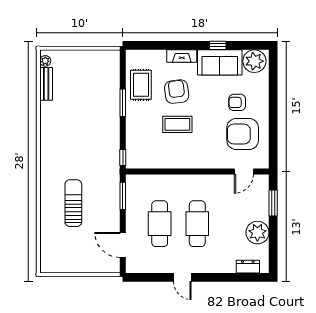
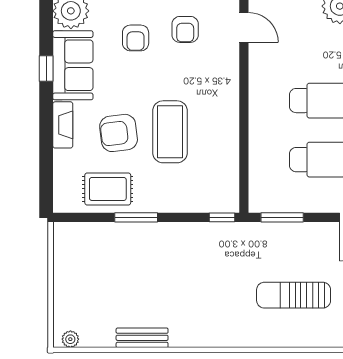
bench: (46, 84) -> (142, 338), moved
coffee table: (177, 124) -> (170, 132), width x1.36, depth x1.32
armchair: (243, 134) -> (185, 29), width x0.53, depth x0.53

